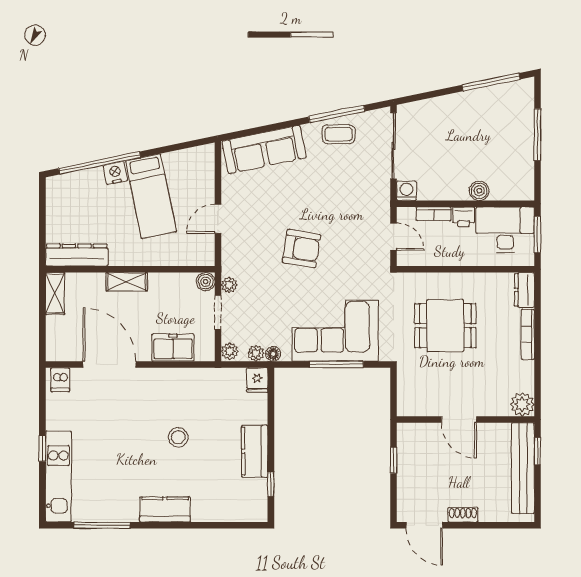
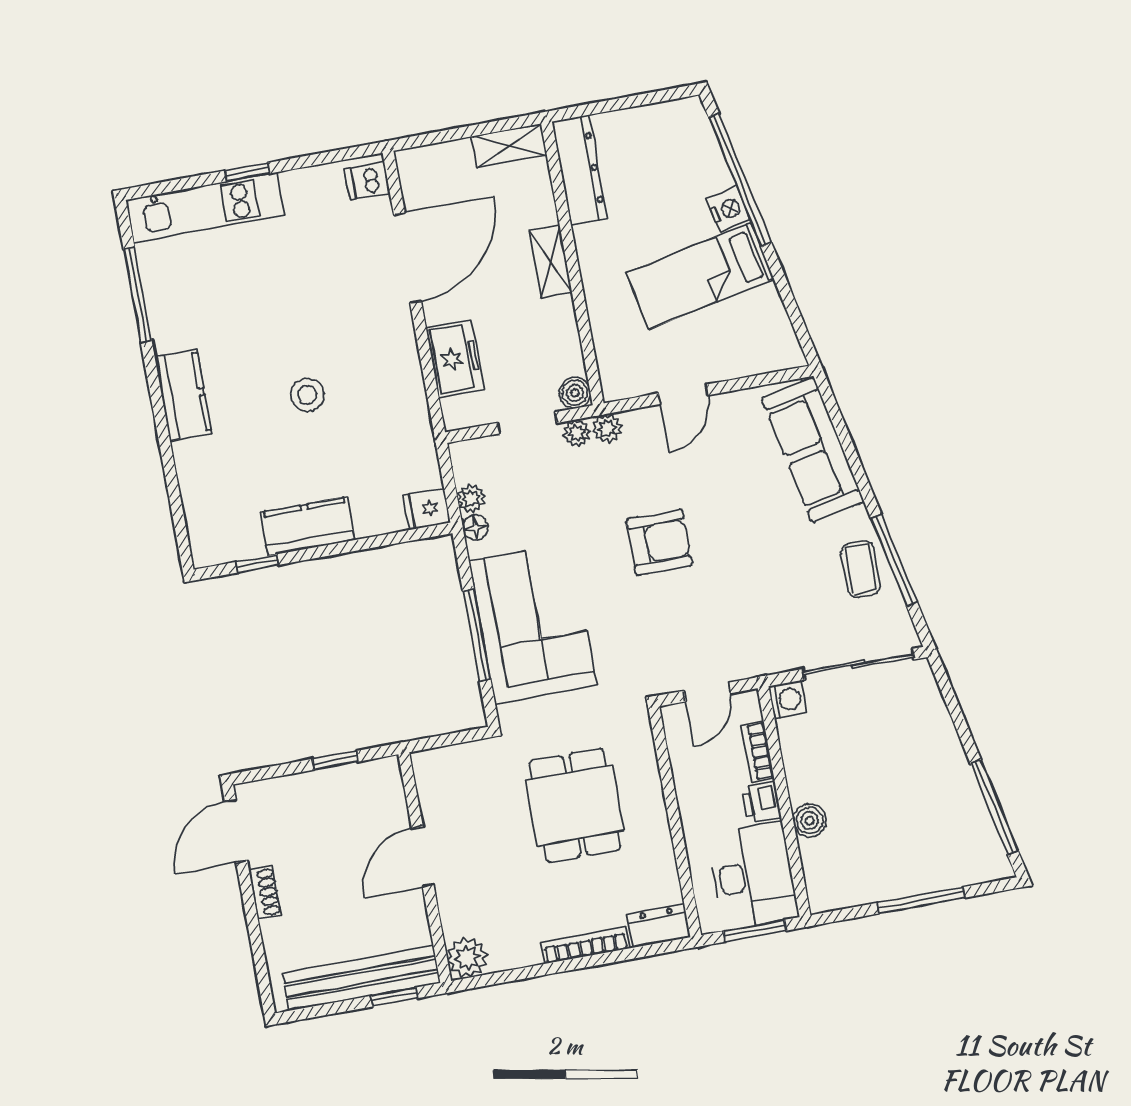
door: (218, 219) -> (683, 394), swing flipped
armchair: (301, 249) -> (659, 542), turned -99
plant: (230, 351) -> (607, 428), moved

